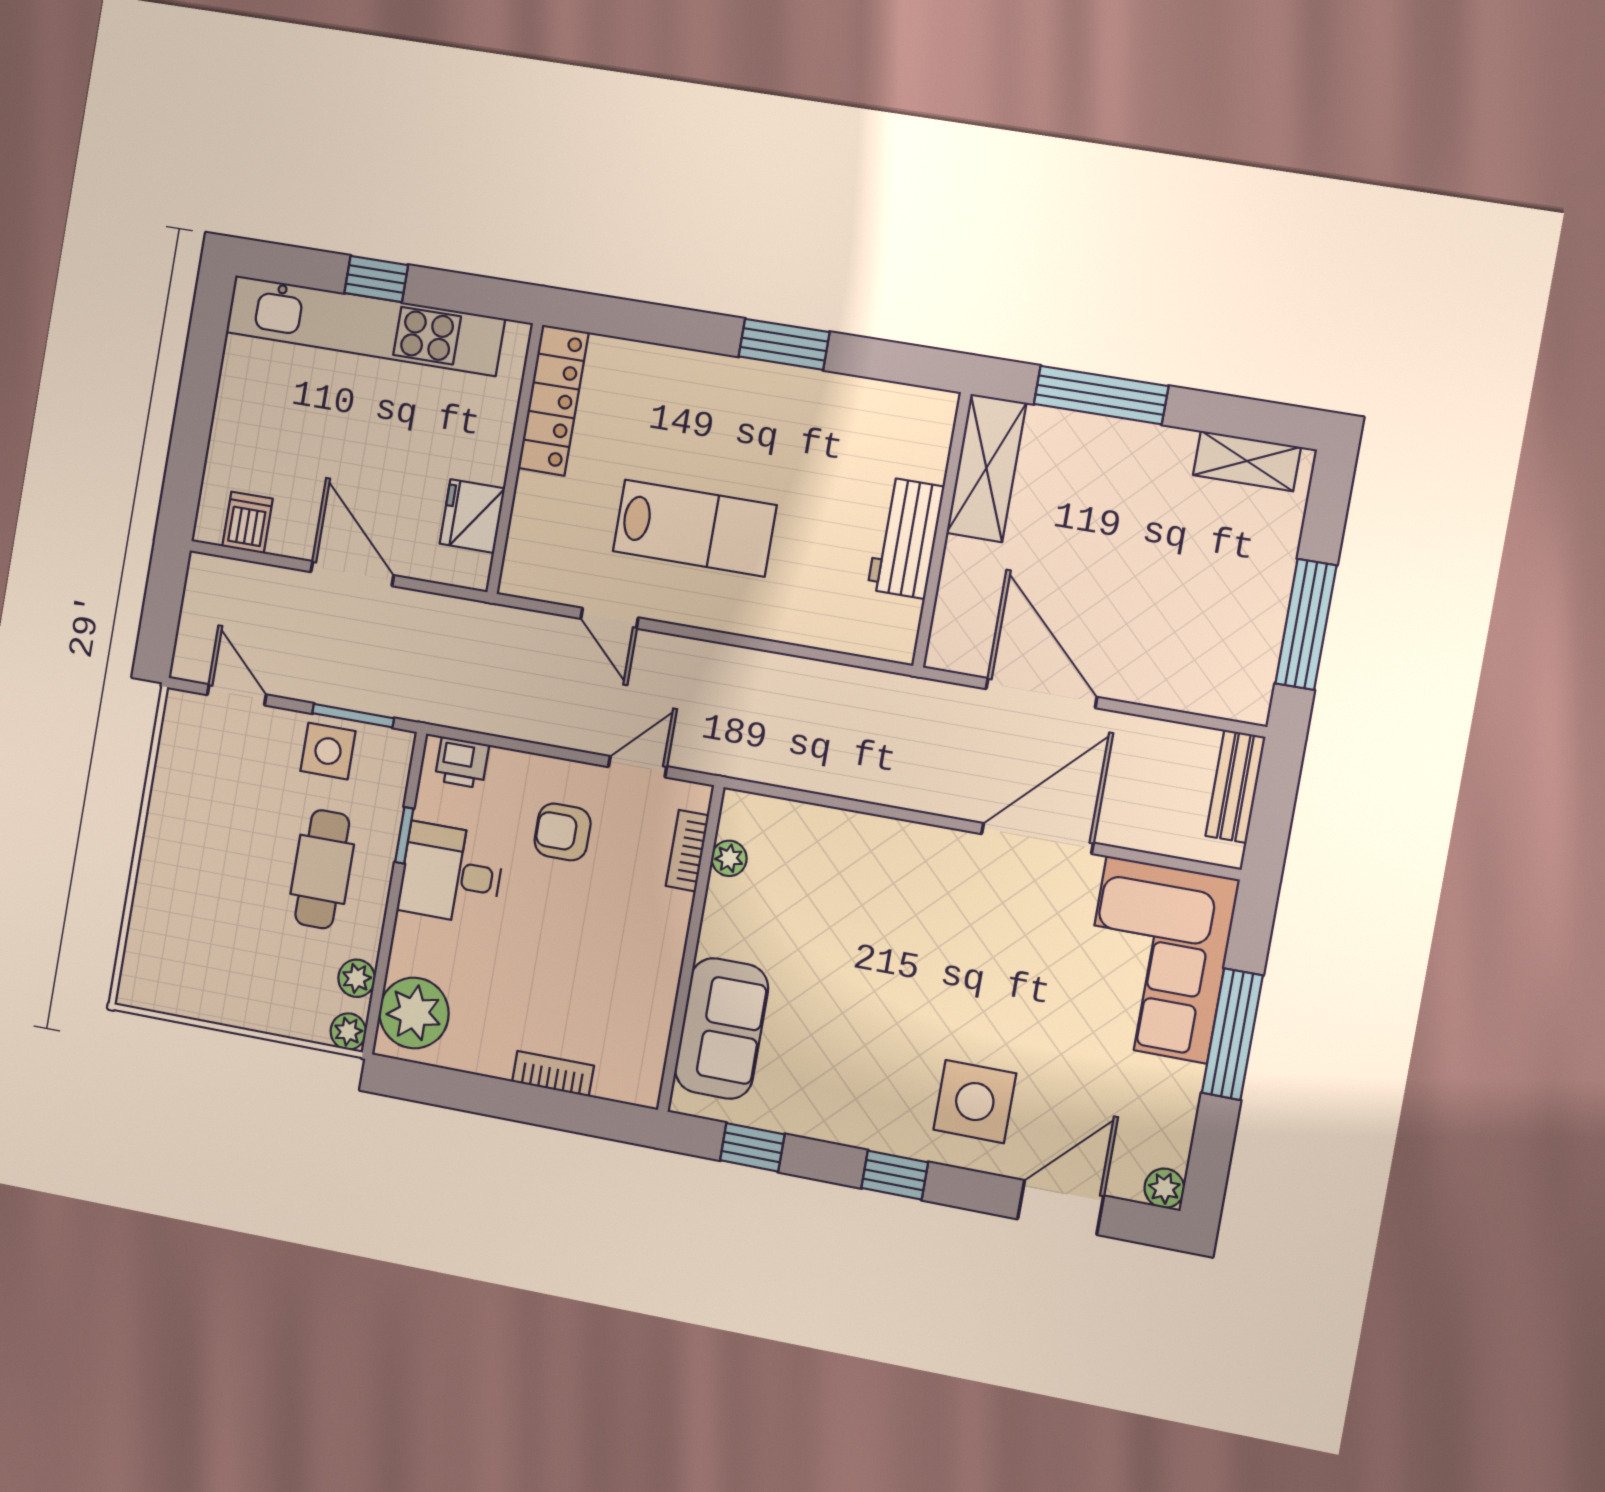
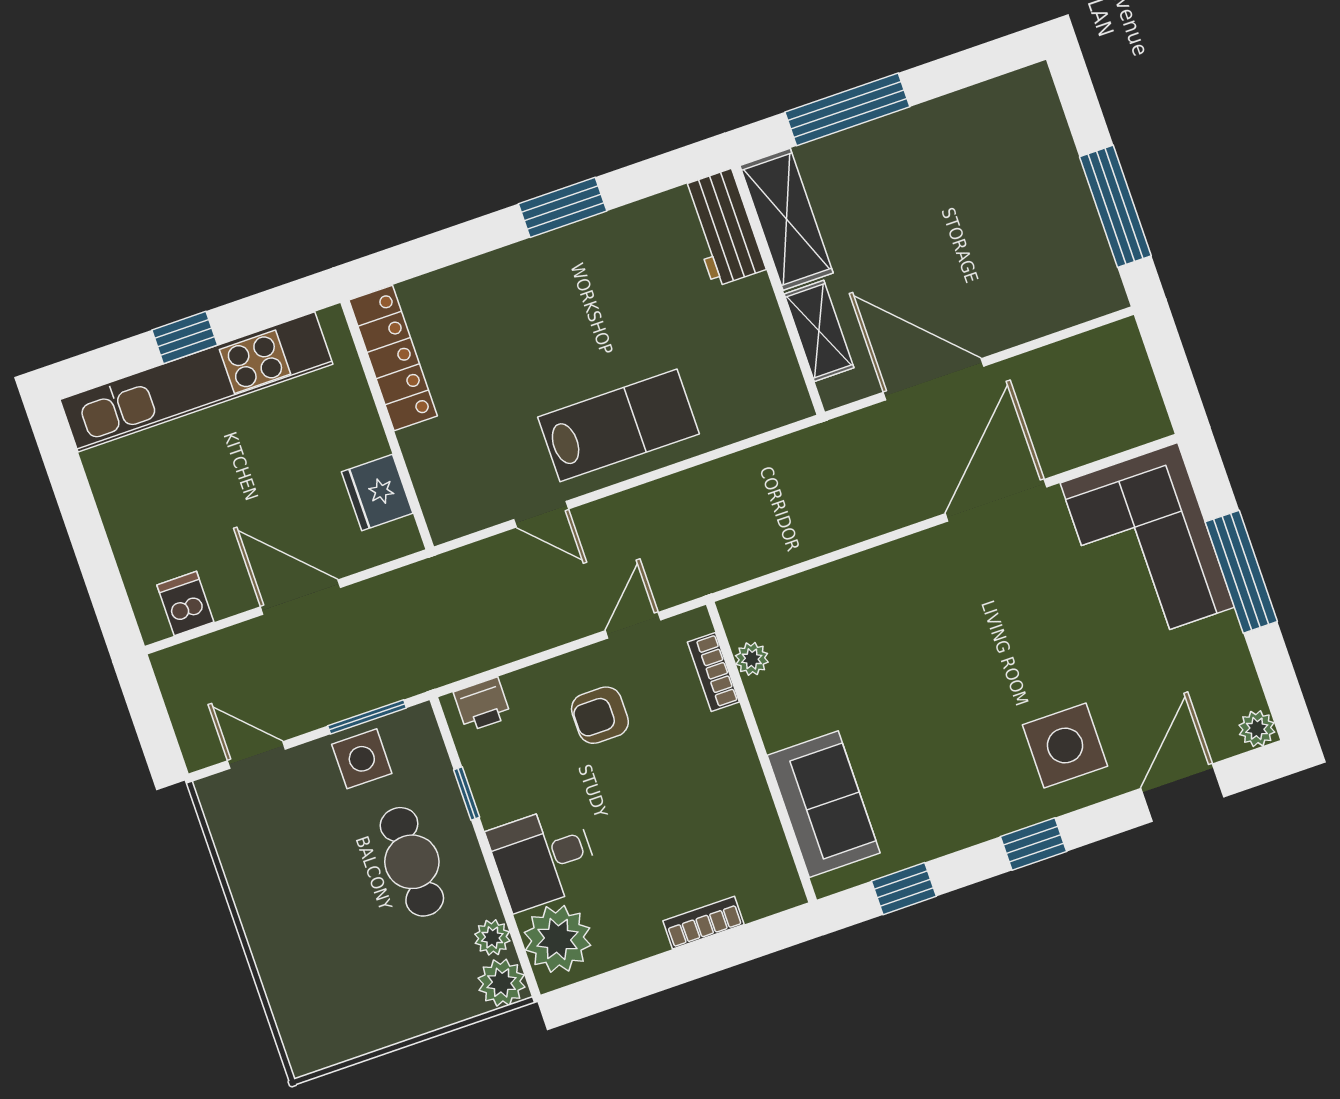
shelving: (1247, 461) -> (819, 331), moved, turned 90
lab bench: (695, 528) -> (618, 425), moved
workbench: (906, 538) -> (723, 228), moved
bench: (1235, 786) -> (1132, 369), removed
desk: (451, 874) -> (543, 858), moved
plant: (348, 1032) -> (502, 983), width x1.38, depth x1.38

